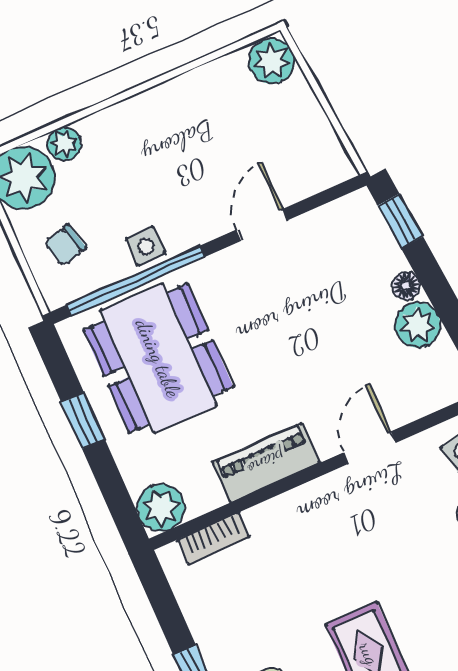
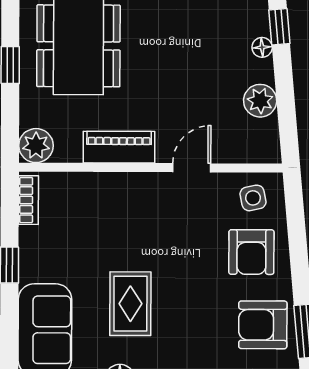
floor lamp: (406, 286) -> (262, 47), moved
bookcase: (213, 538) -> (28, 200), moved, turned -90

